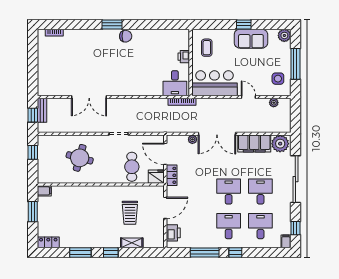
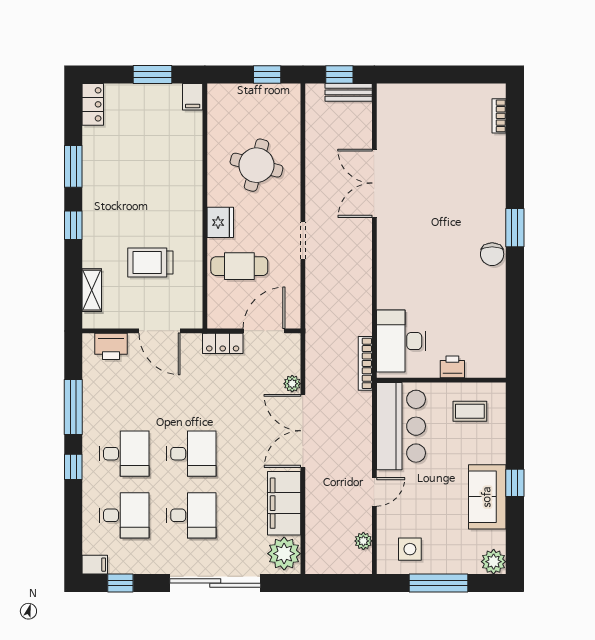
desk: (175, 83) -> (401, 341), width x1.37
fridge: (156, 177) -> (220, 222), moved
shelving: (132, 243) -> (92, 290), moved

